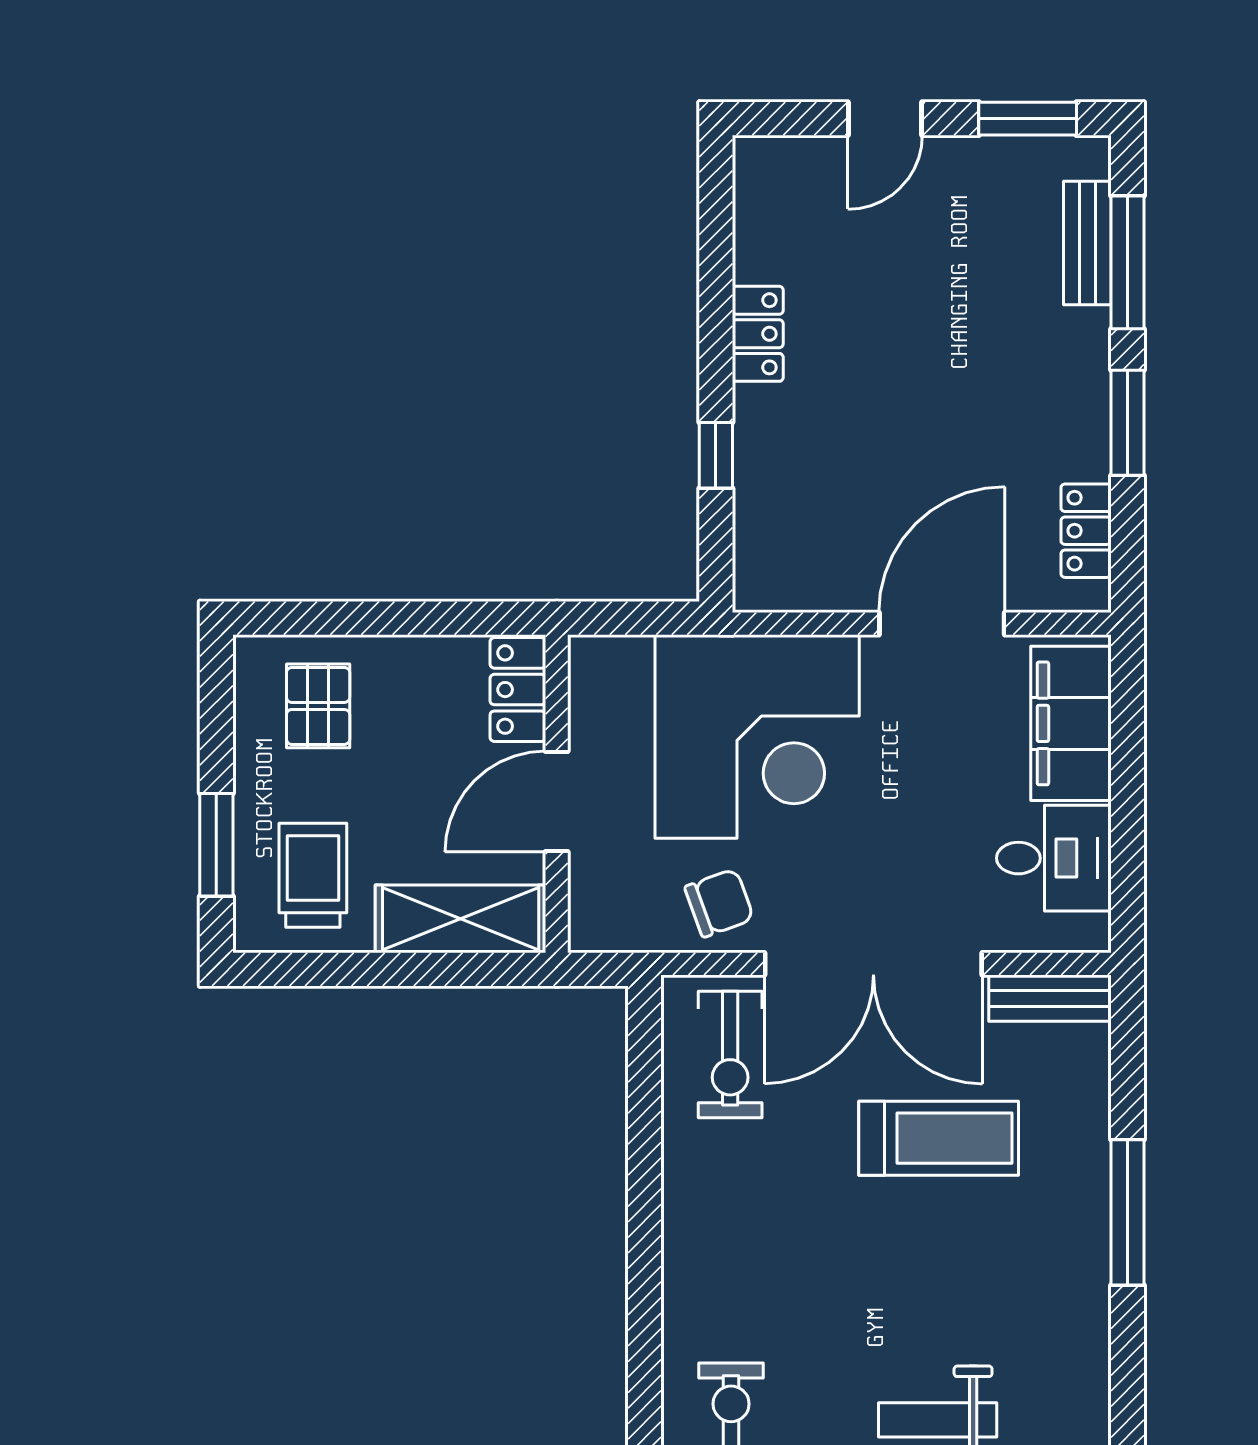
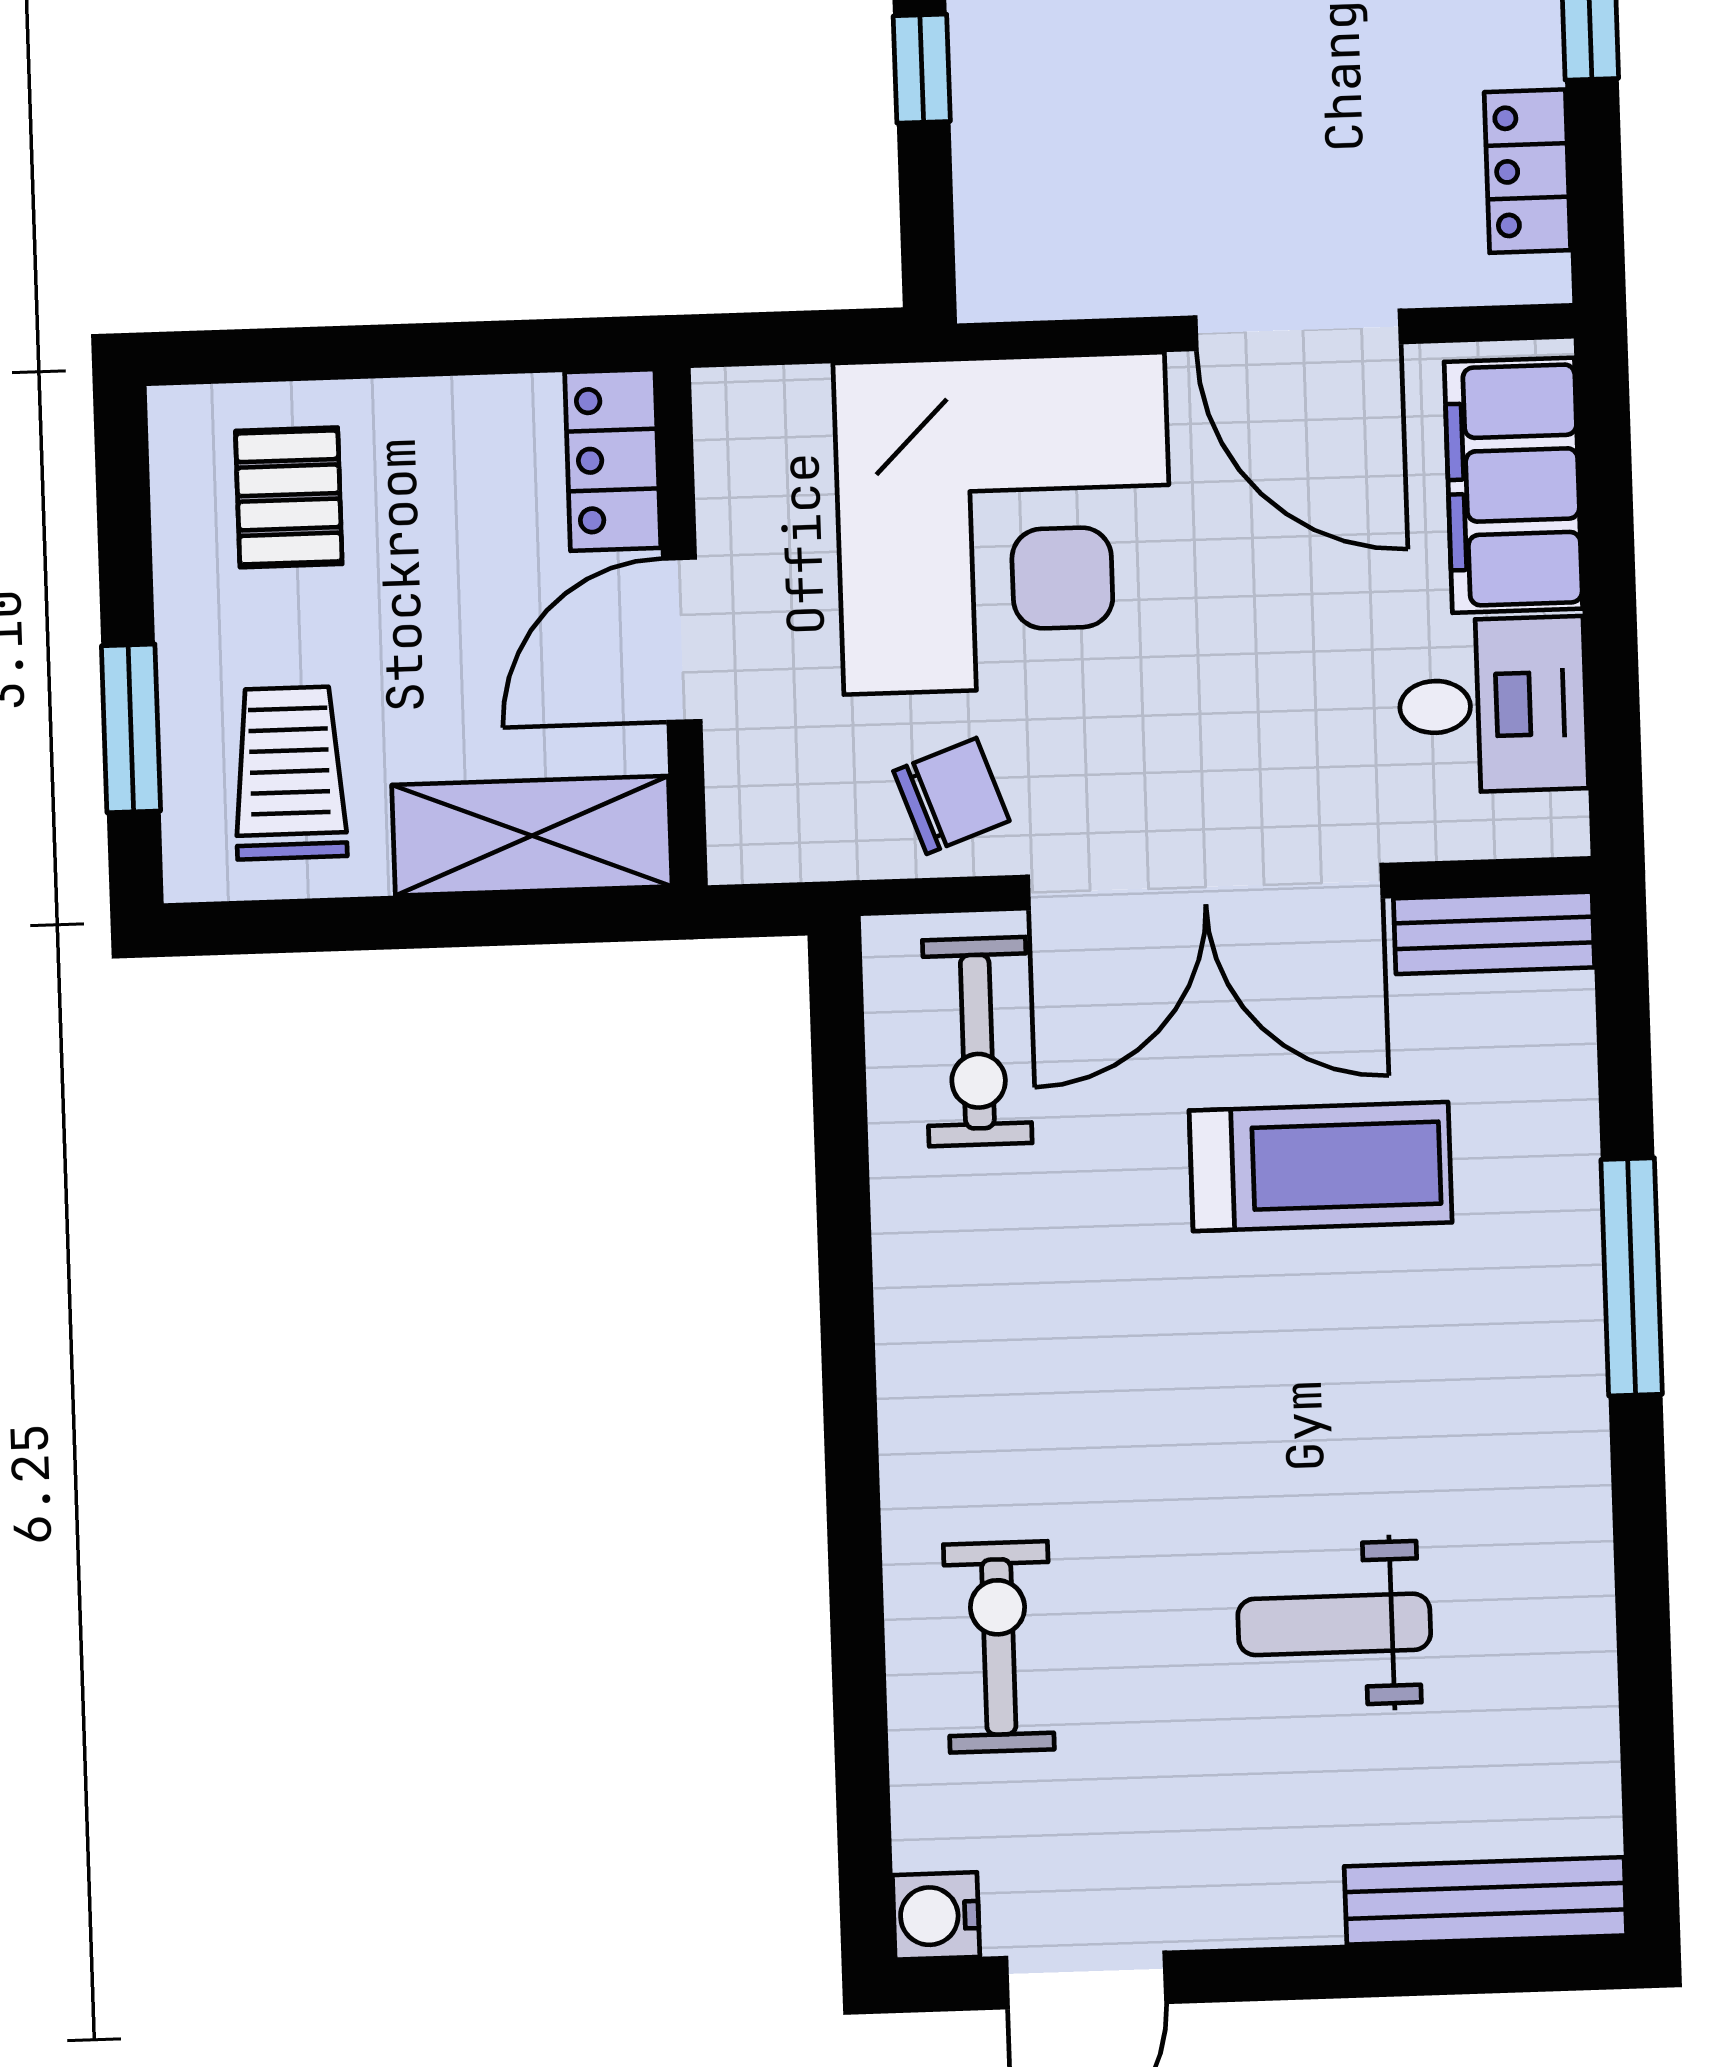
door: (942, 624) -> (1298, 330), swing flipped

